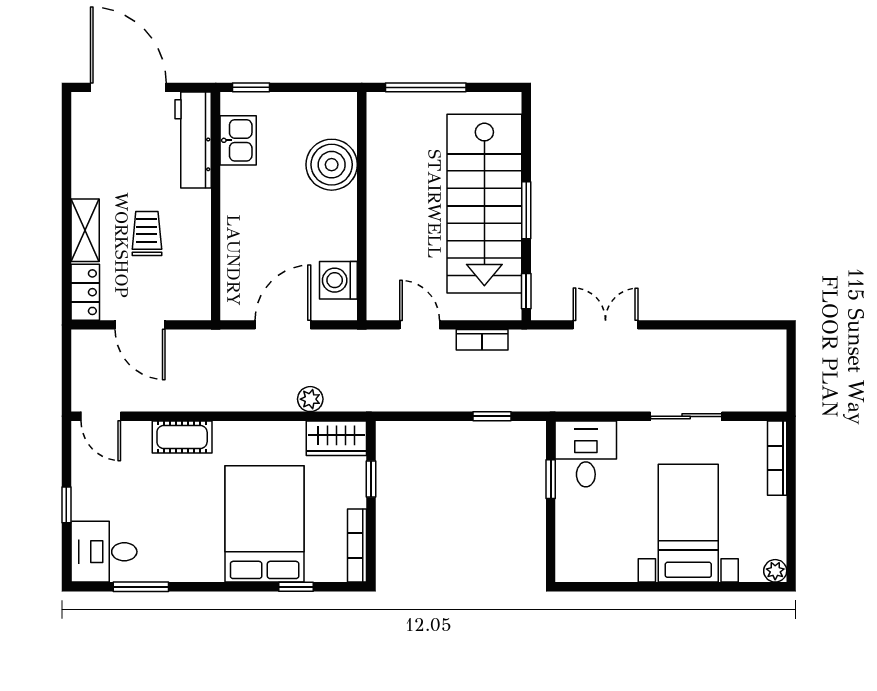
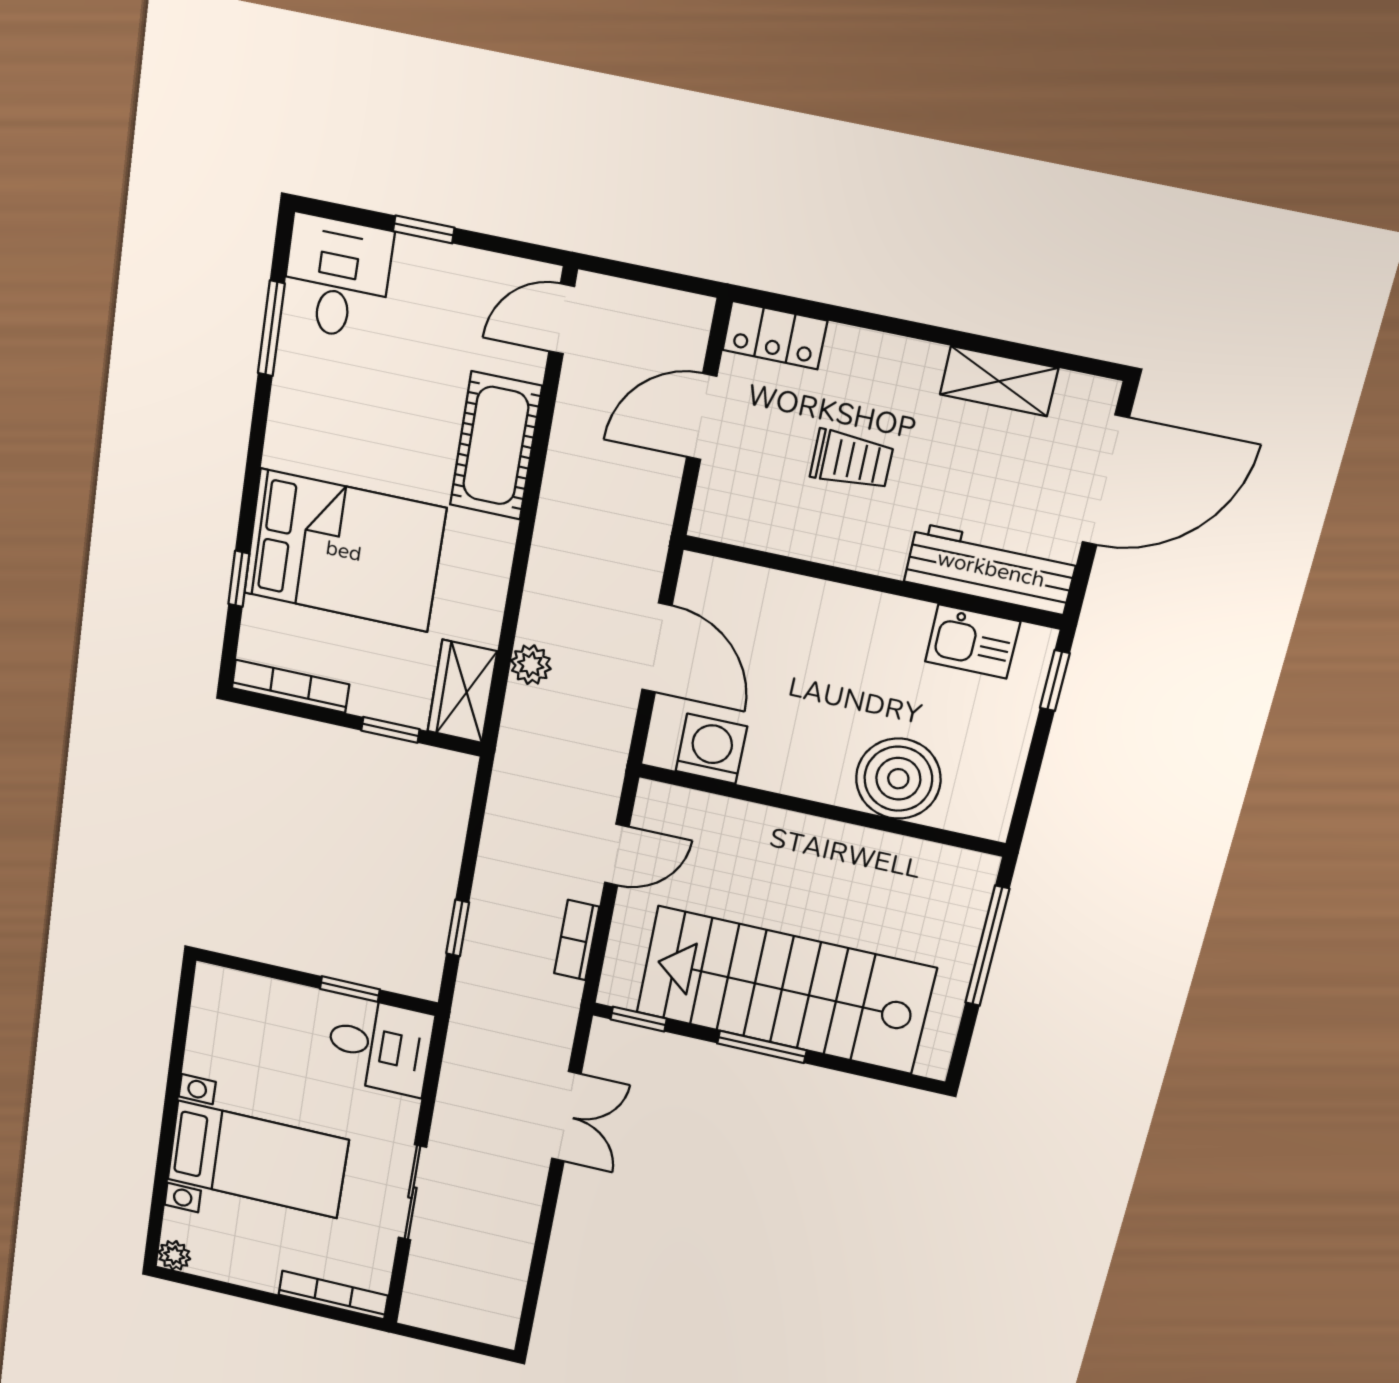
shelving: (85, 230) -> (999, 381), moved
cot: (182, 437) -> (496, 446), width x1.37, depth x1.34

